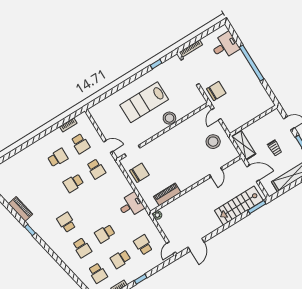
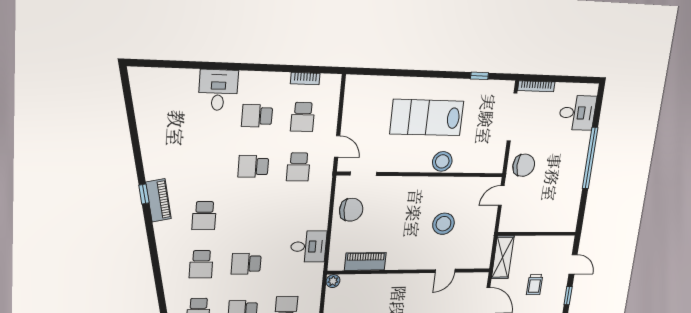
stool: (213, 142) -> (443, 224), moved
desk: (31, 158) -> (218, 90), added
school desk: (58, 158) -> (257, 116), turned 180
piano: (20, 209) -> (158, 200), moved
school desk: (66, 222) -> (204, 216), turned 180

